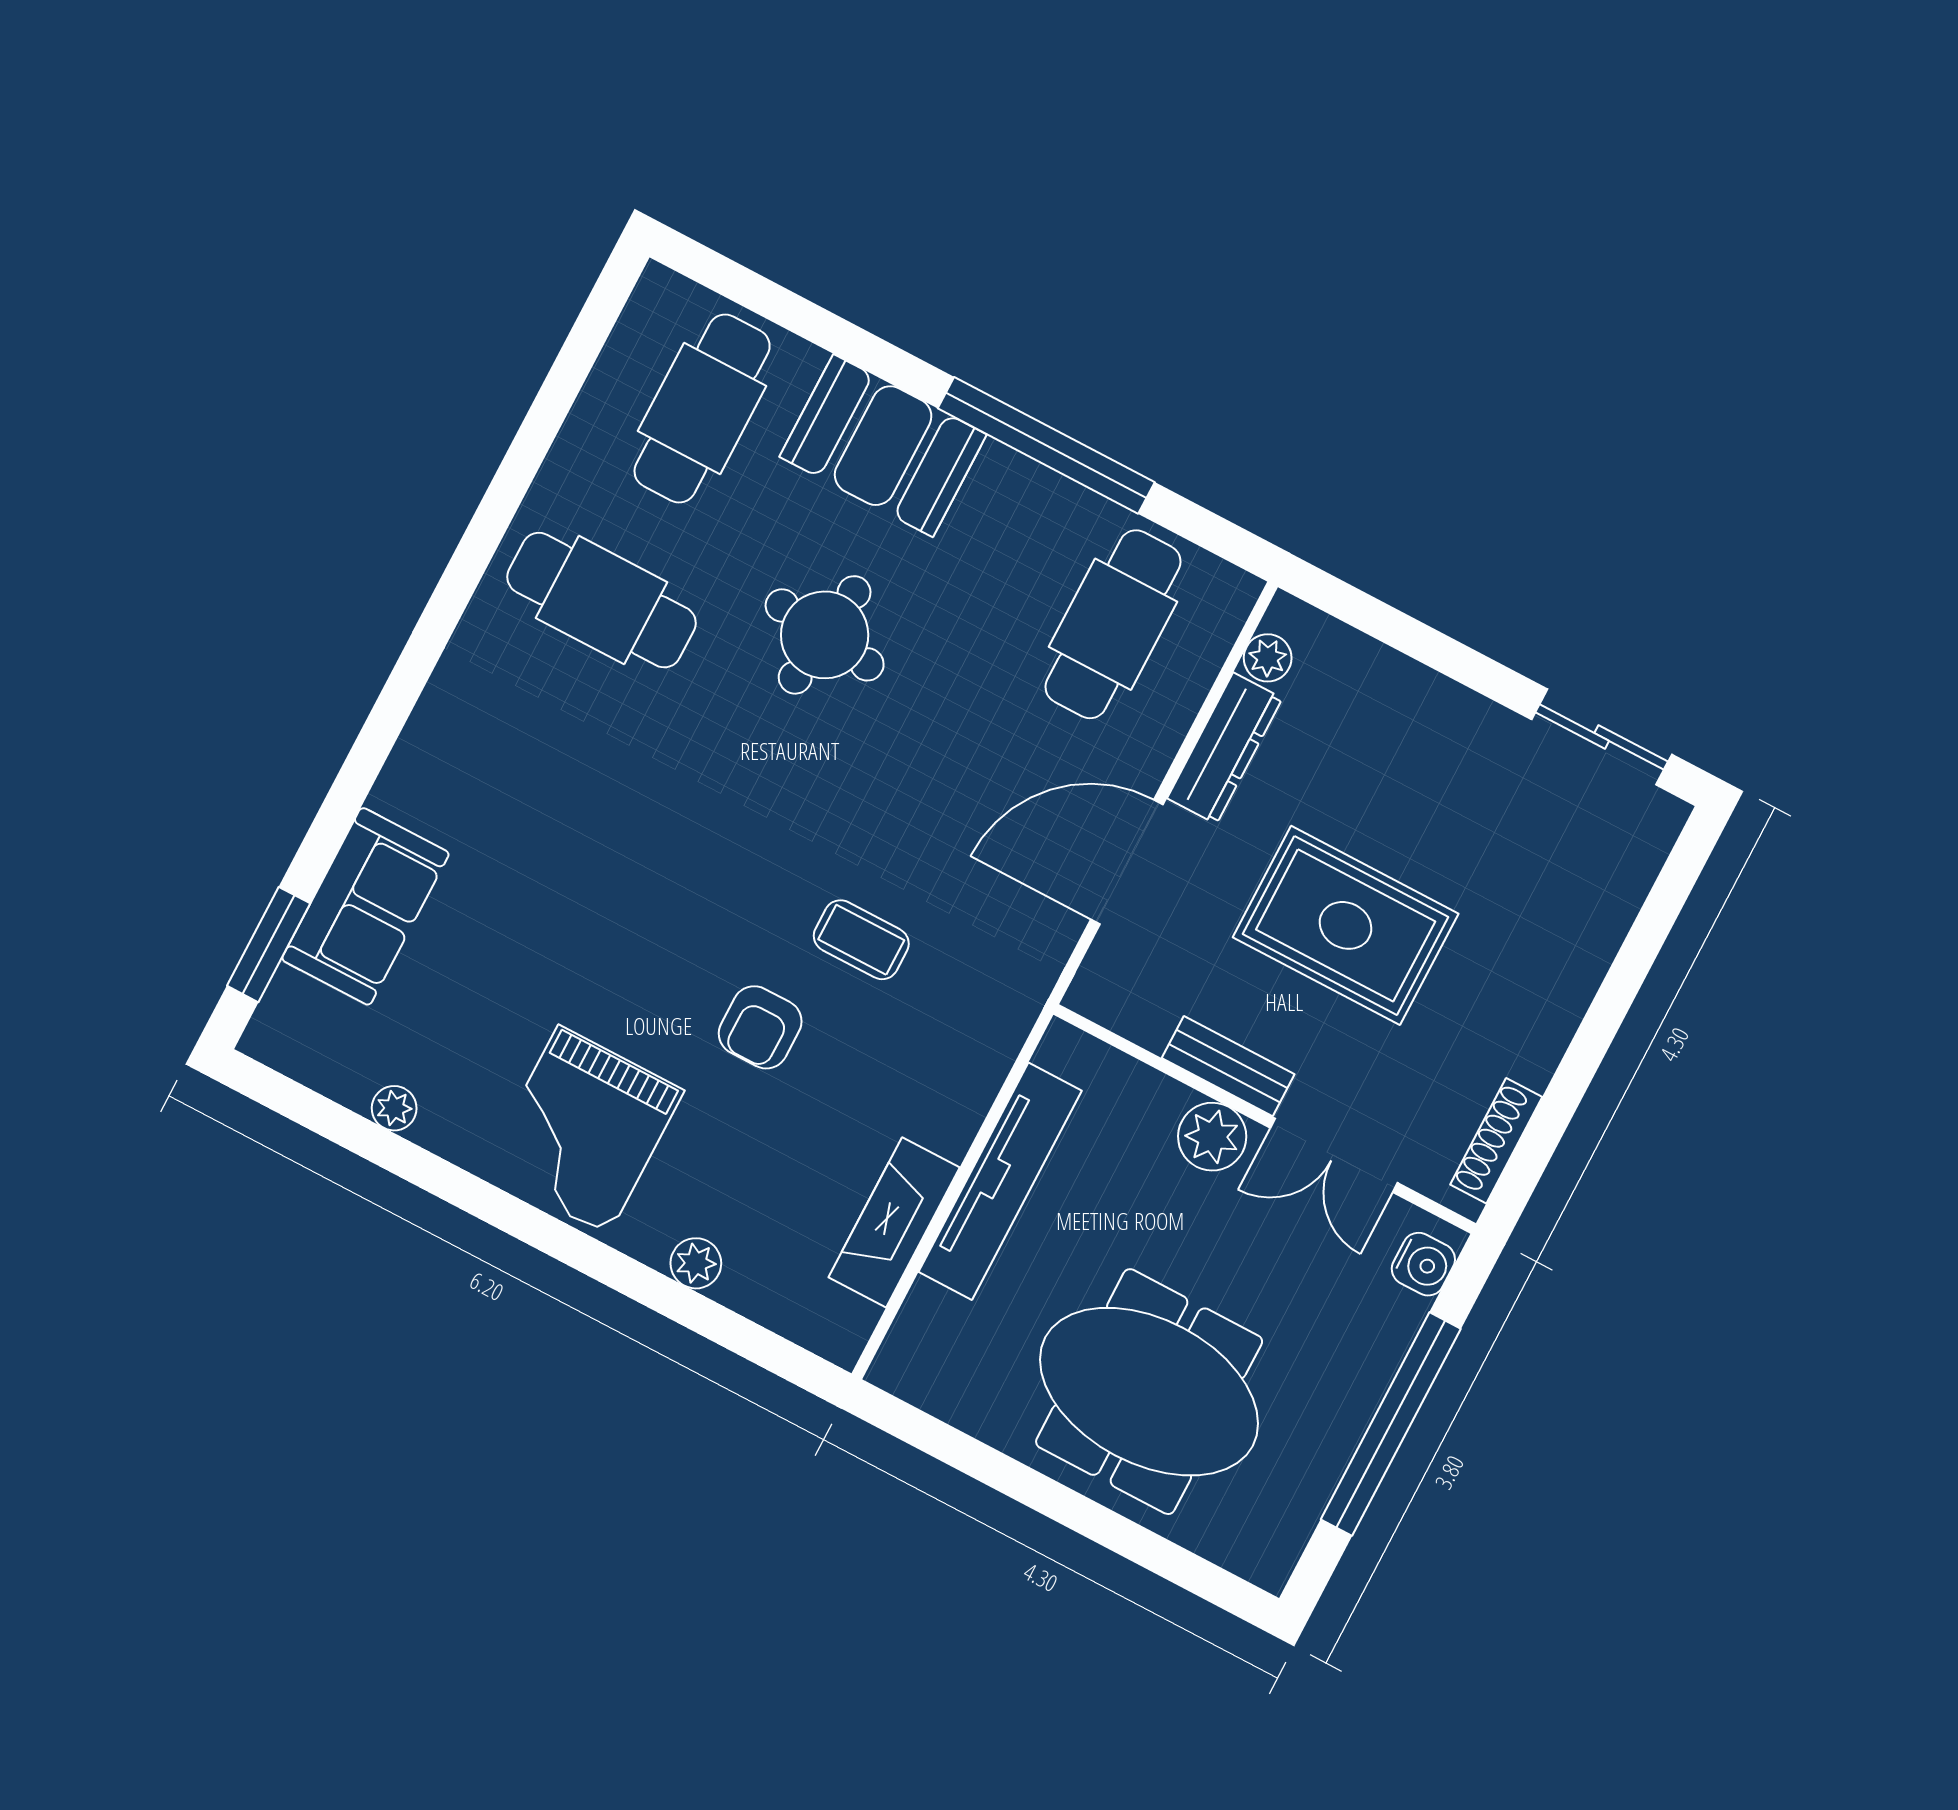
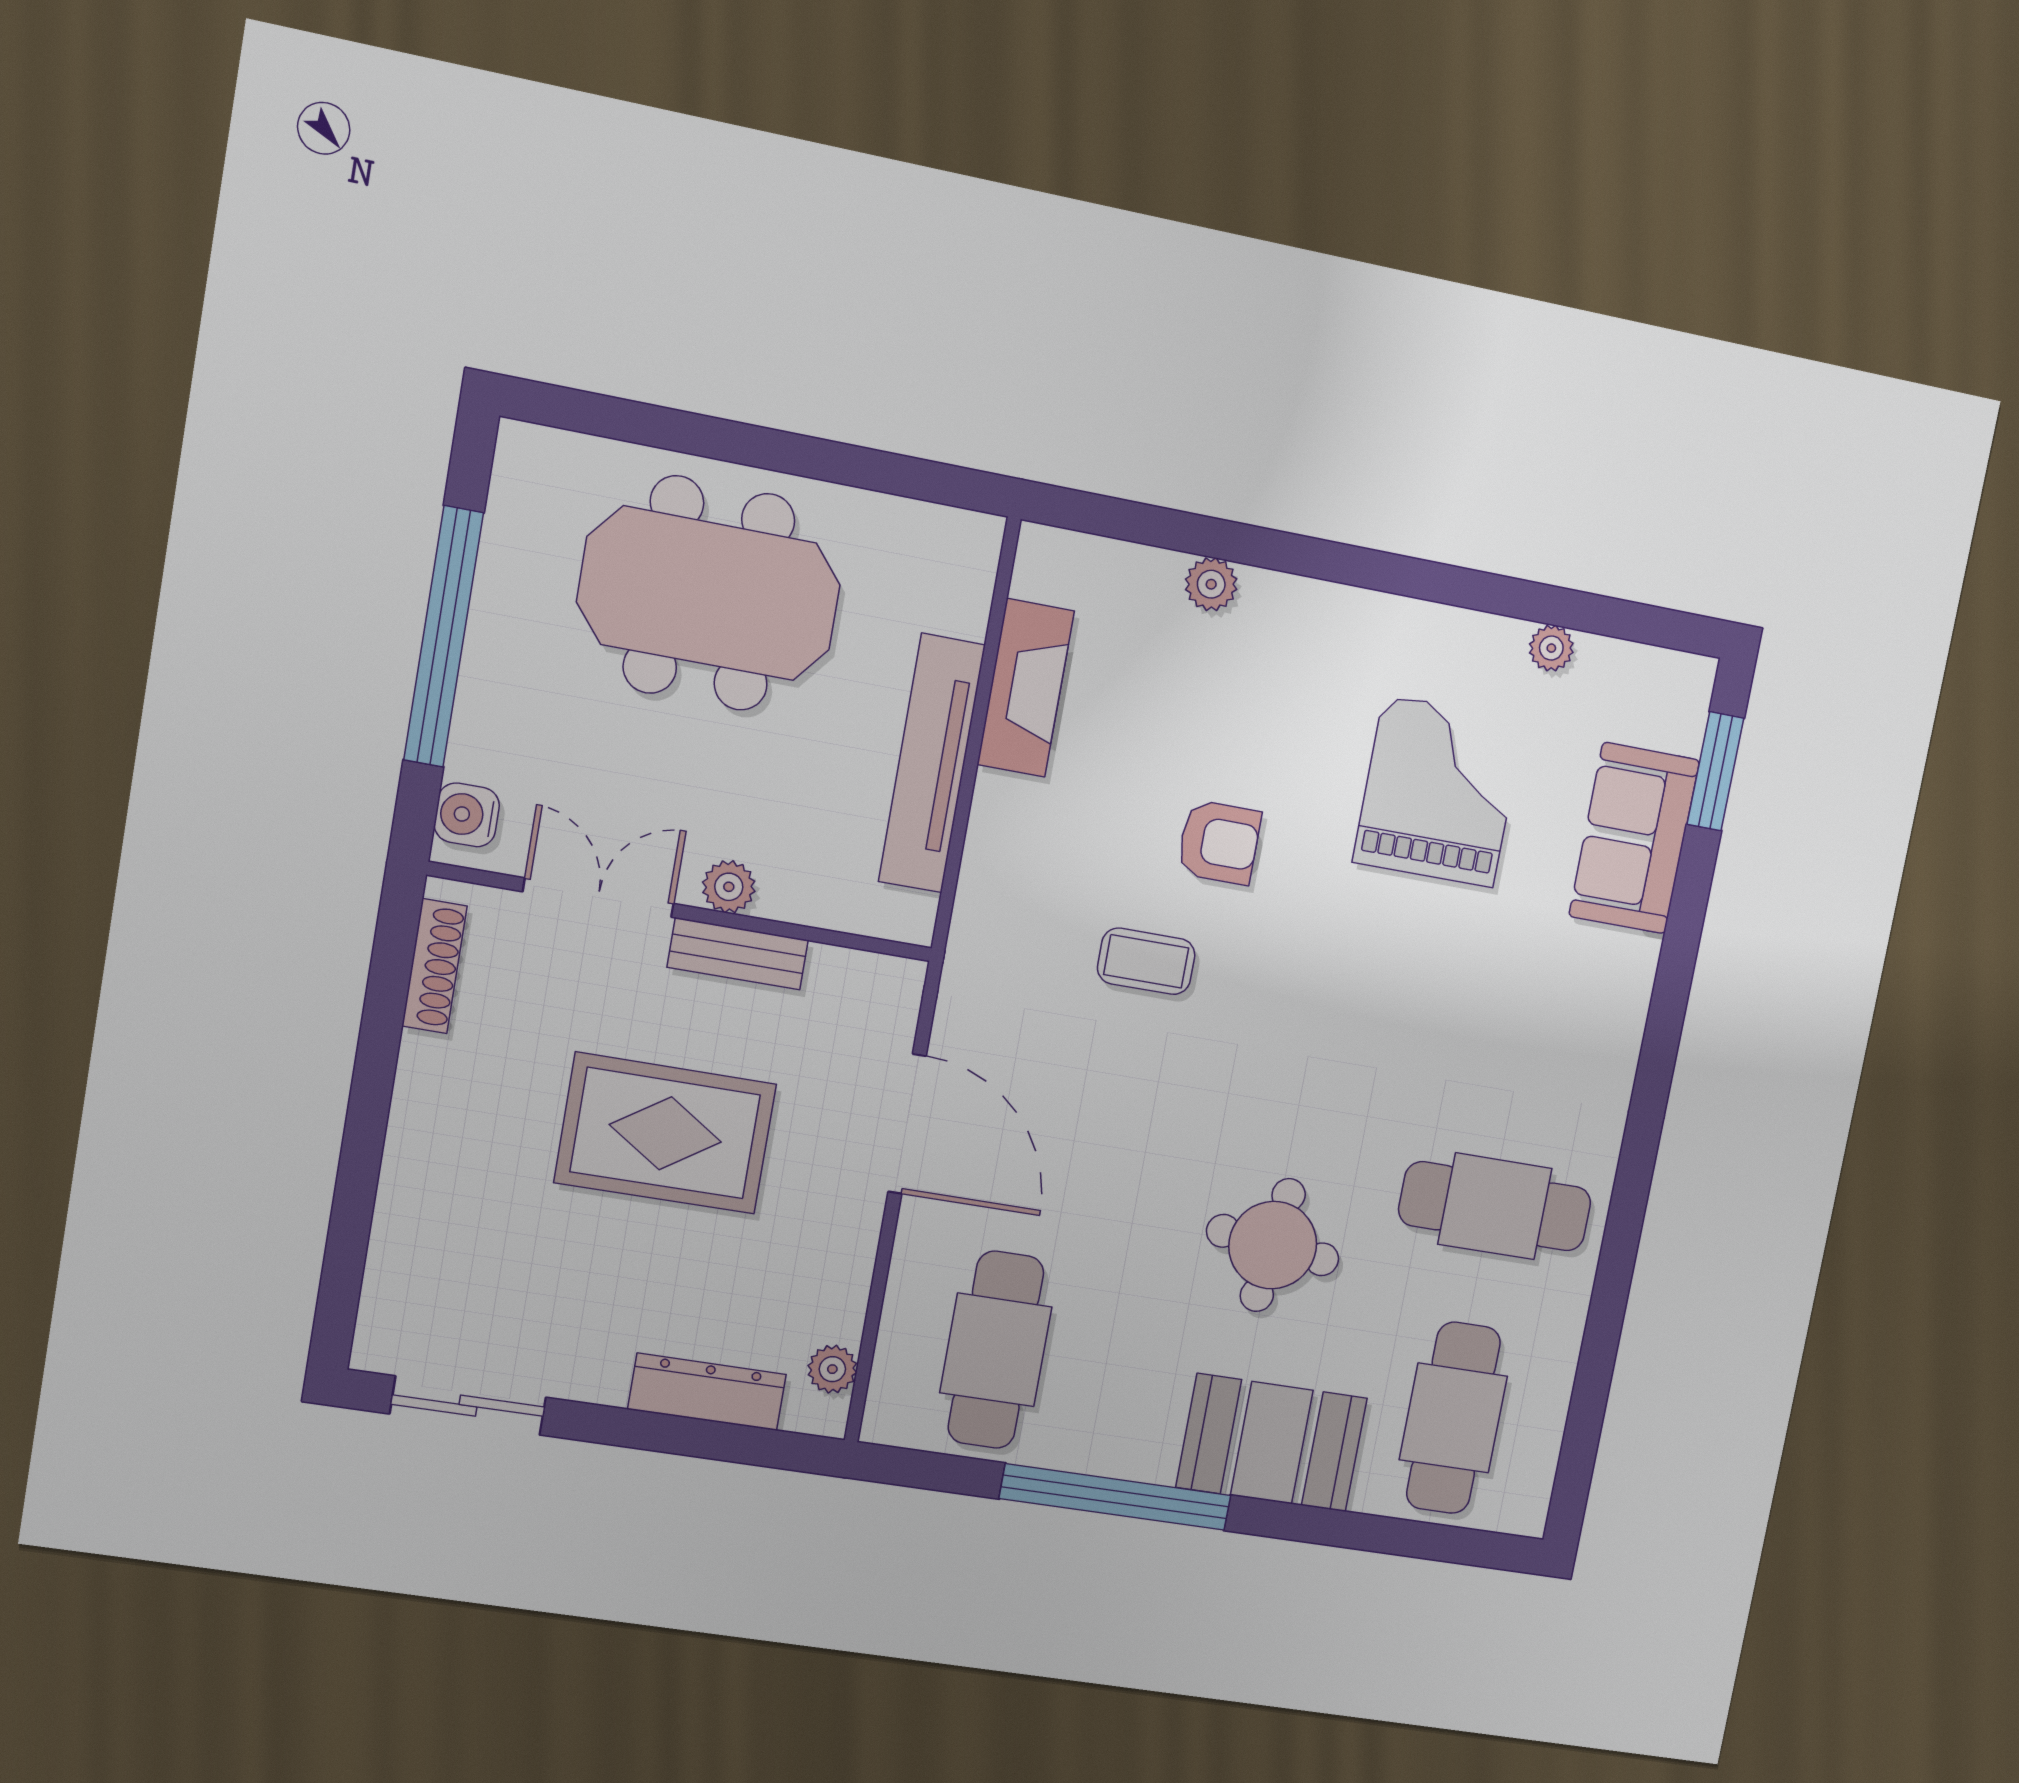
dresser: (1225, 748) -> (707, 1392), moved, turned 90
door: (1127, 862) -> (907, 1124), hinge flipped
armchair: (760, 1027) -> (1219, 842), turned 90
grand piano: (583, 1130) -> (1439, 791), moved
plant: (1212, 1137) -> (729, 887), width x0.73, depth x0.73

